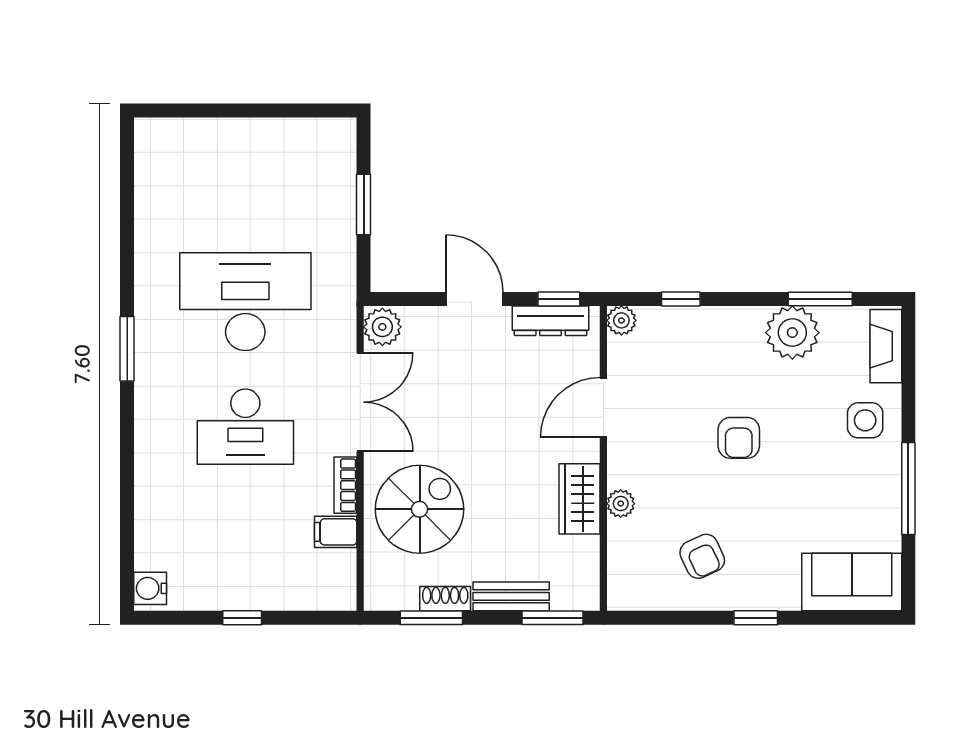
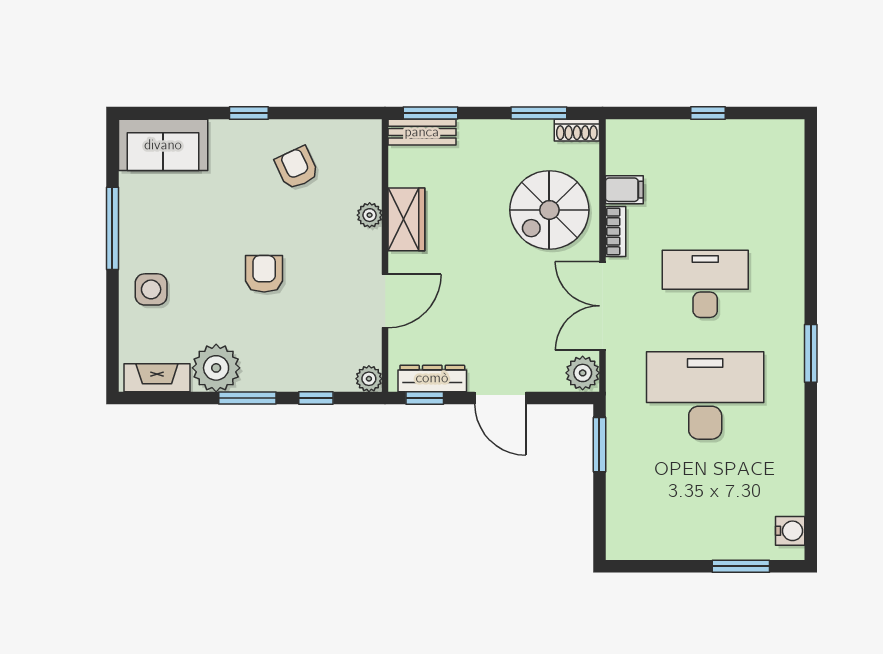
window: (205, 111) -> (741, 566), added
window: (364, 205) -> (599, 445), moved
window: (820, 299) -> (247, 398), moved
desk: (245, 302) -> (705, 396), turned 180
fireplace: (886, 346) -> (157, 378), moved, turned -90
water cooler: (150, 588) -> (790, 531), moved
bench: (511, 596) -> (422, 132), moved
shoe rack: (445, 599) -> (577, 130), moved

